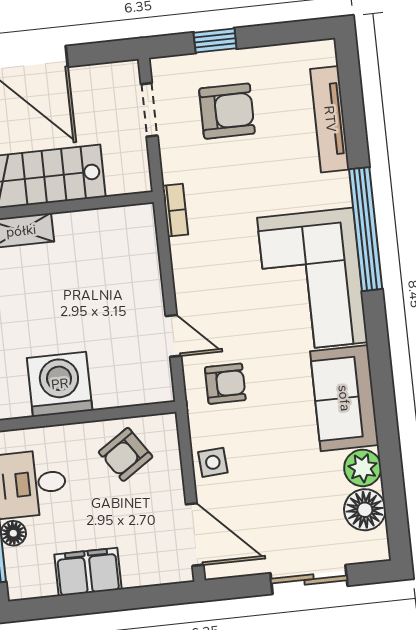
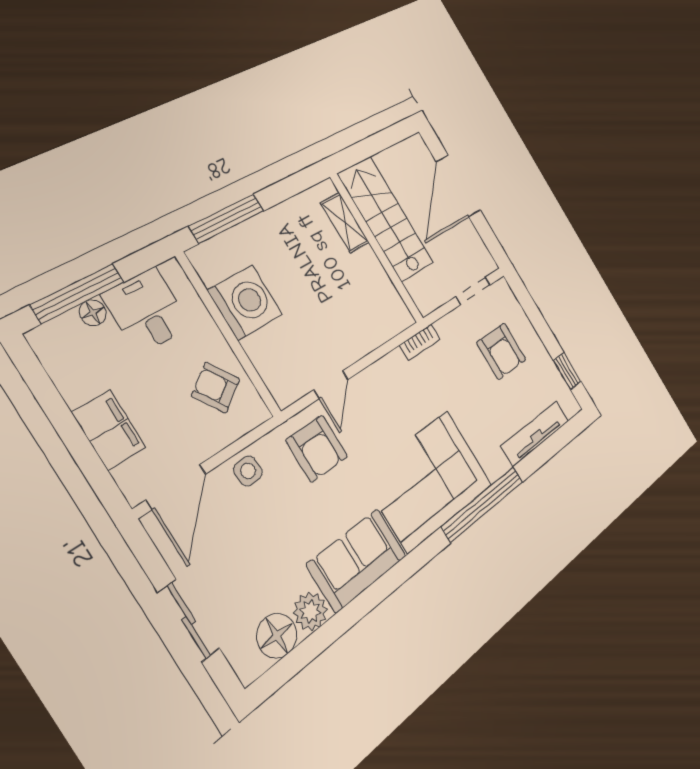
window: (215, 40) -> (567, 371), moved
armchair: (225, 384) -> (317, 448), width x1.38, depth x1.38
filing cabinet: (88, 572) -> (109, 430), moved

